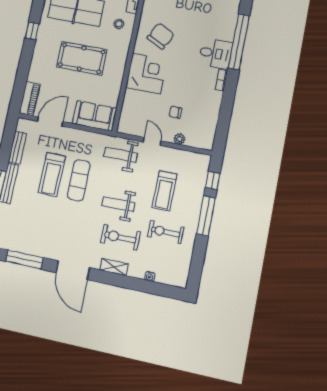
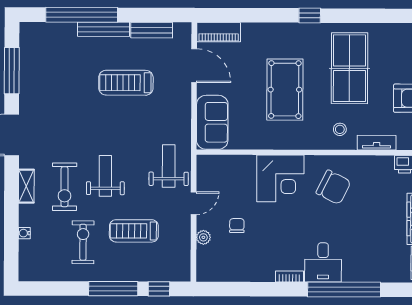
exercise mat: (79, 180) -> (125, 119), removed
exercise bike: (120, 237) -> (65, 187), turned 180

